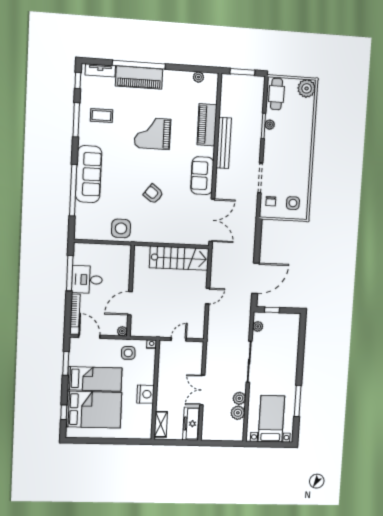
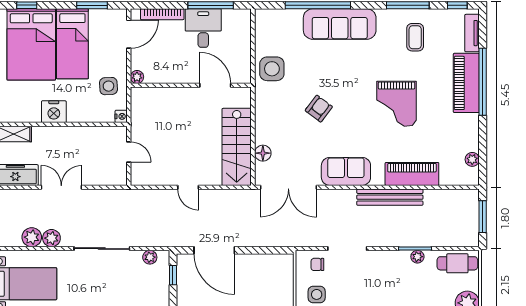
grand piano: (153, 133) -> (397, 104), turned 180
floor lamp: (185, 238) -> (263, 153), added
door: (130, 303) -> (215, 85), moved

